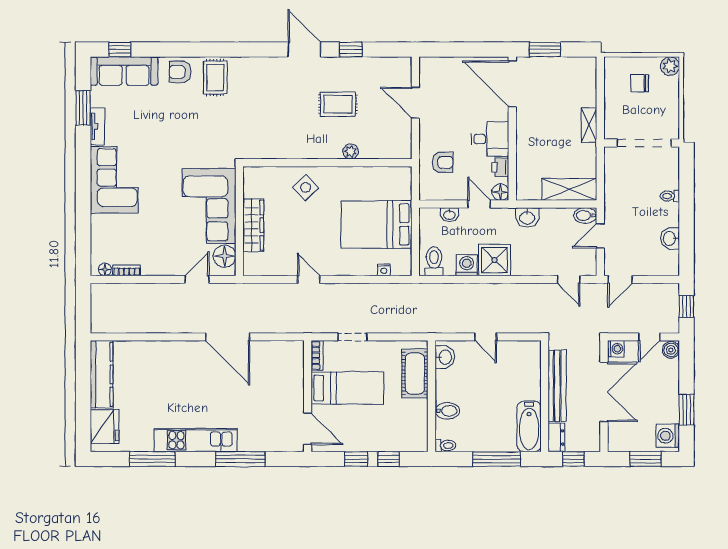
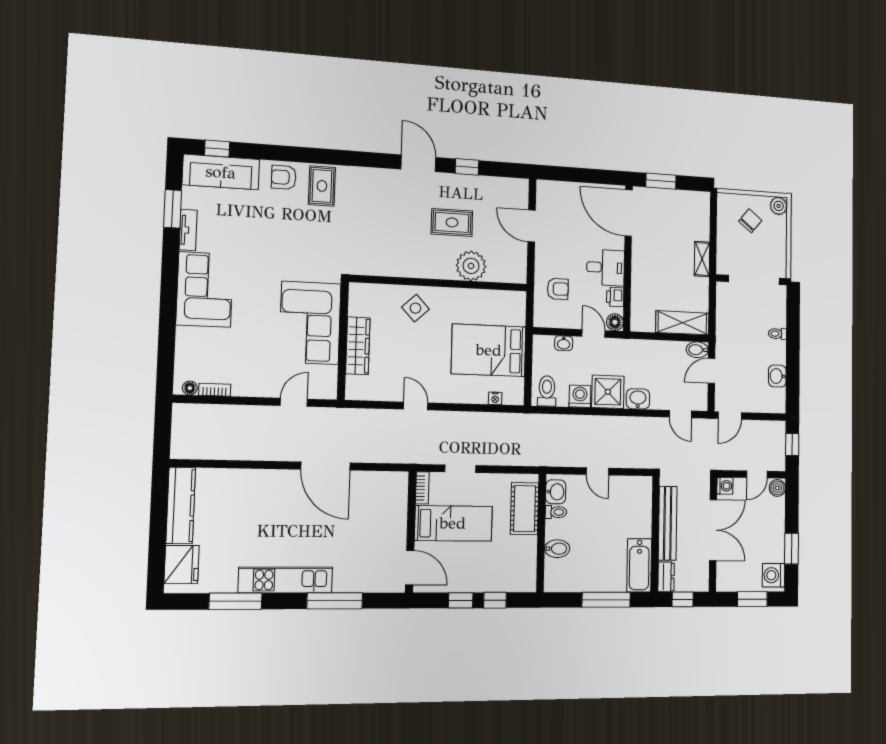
chair: (640, 83) -> (750, 221), turned 129
plant: (351, 151) -> (471, 266), width x1.87, depth x1.87
washbasin: (527, 217) -> (638, 399), moved, turned 180
floor lamp: (225, 256) -> (325, 378), removed
toilet: (445, 446) -> (556, 512), moved

